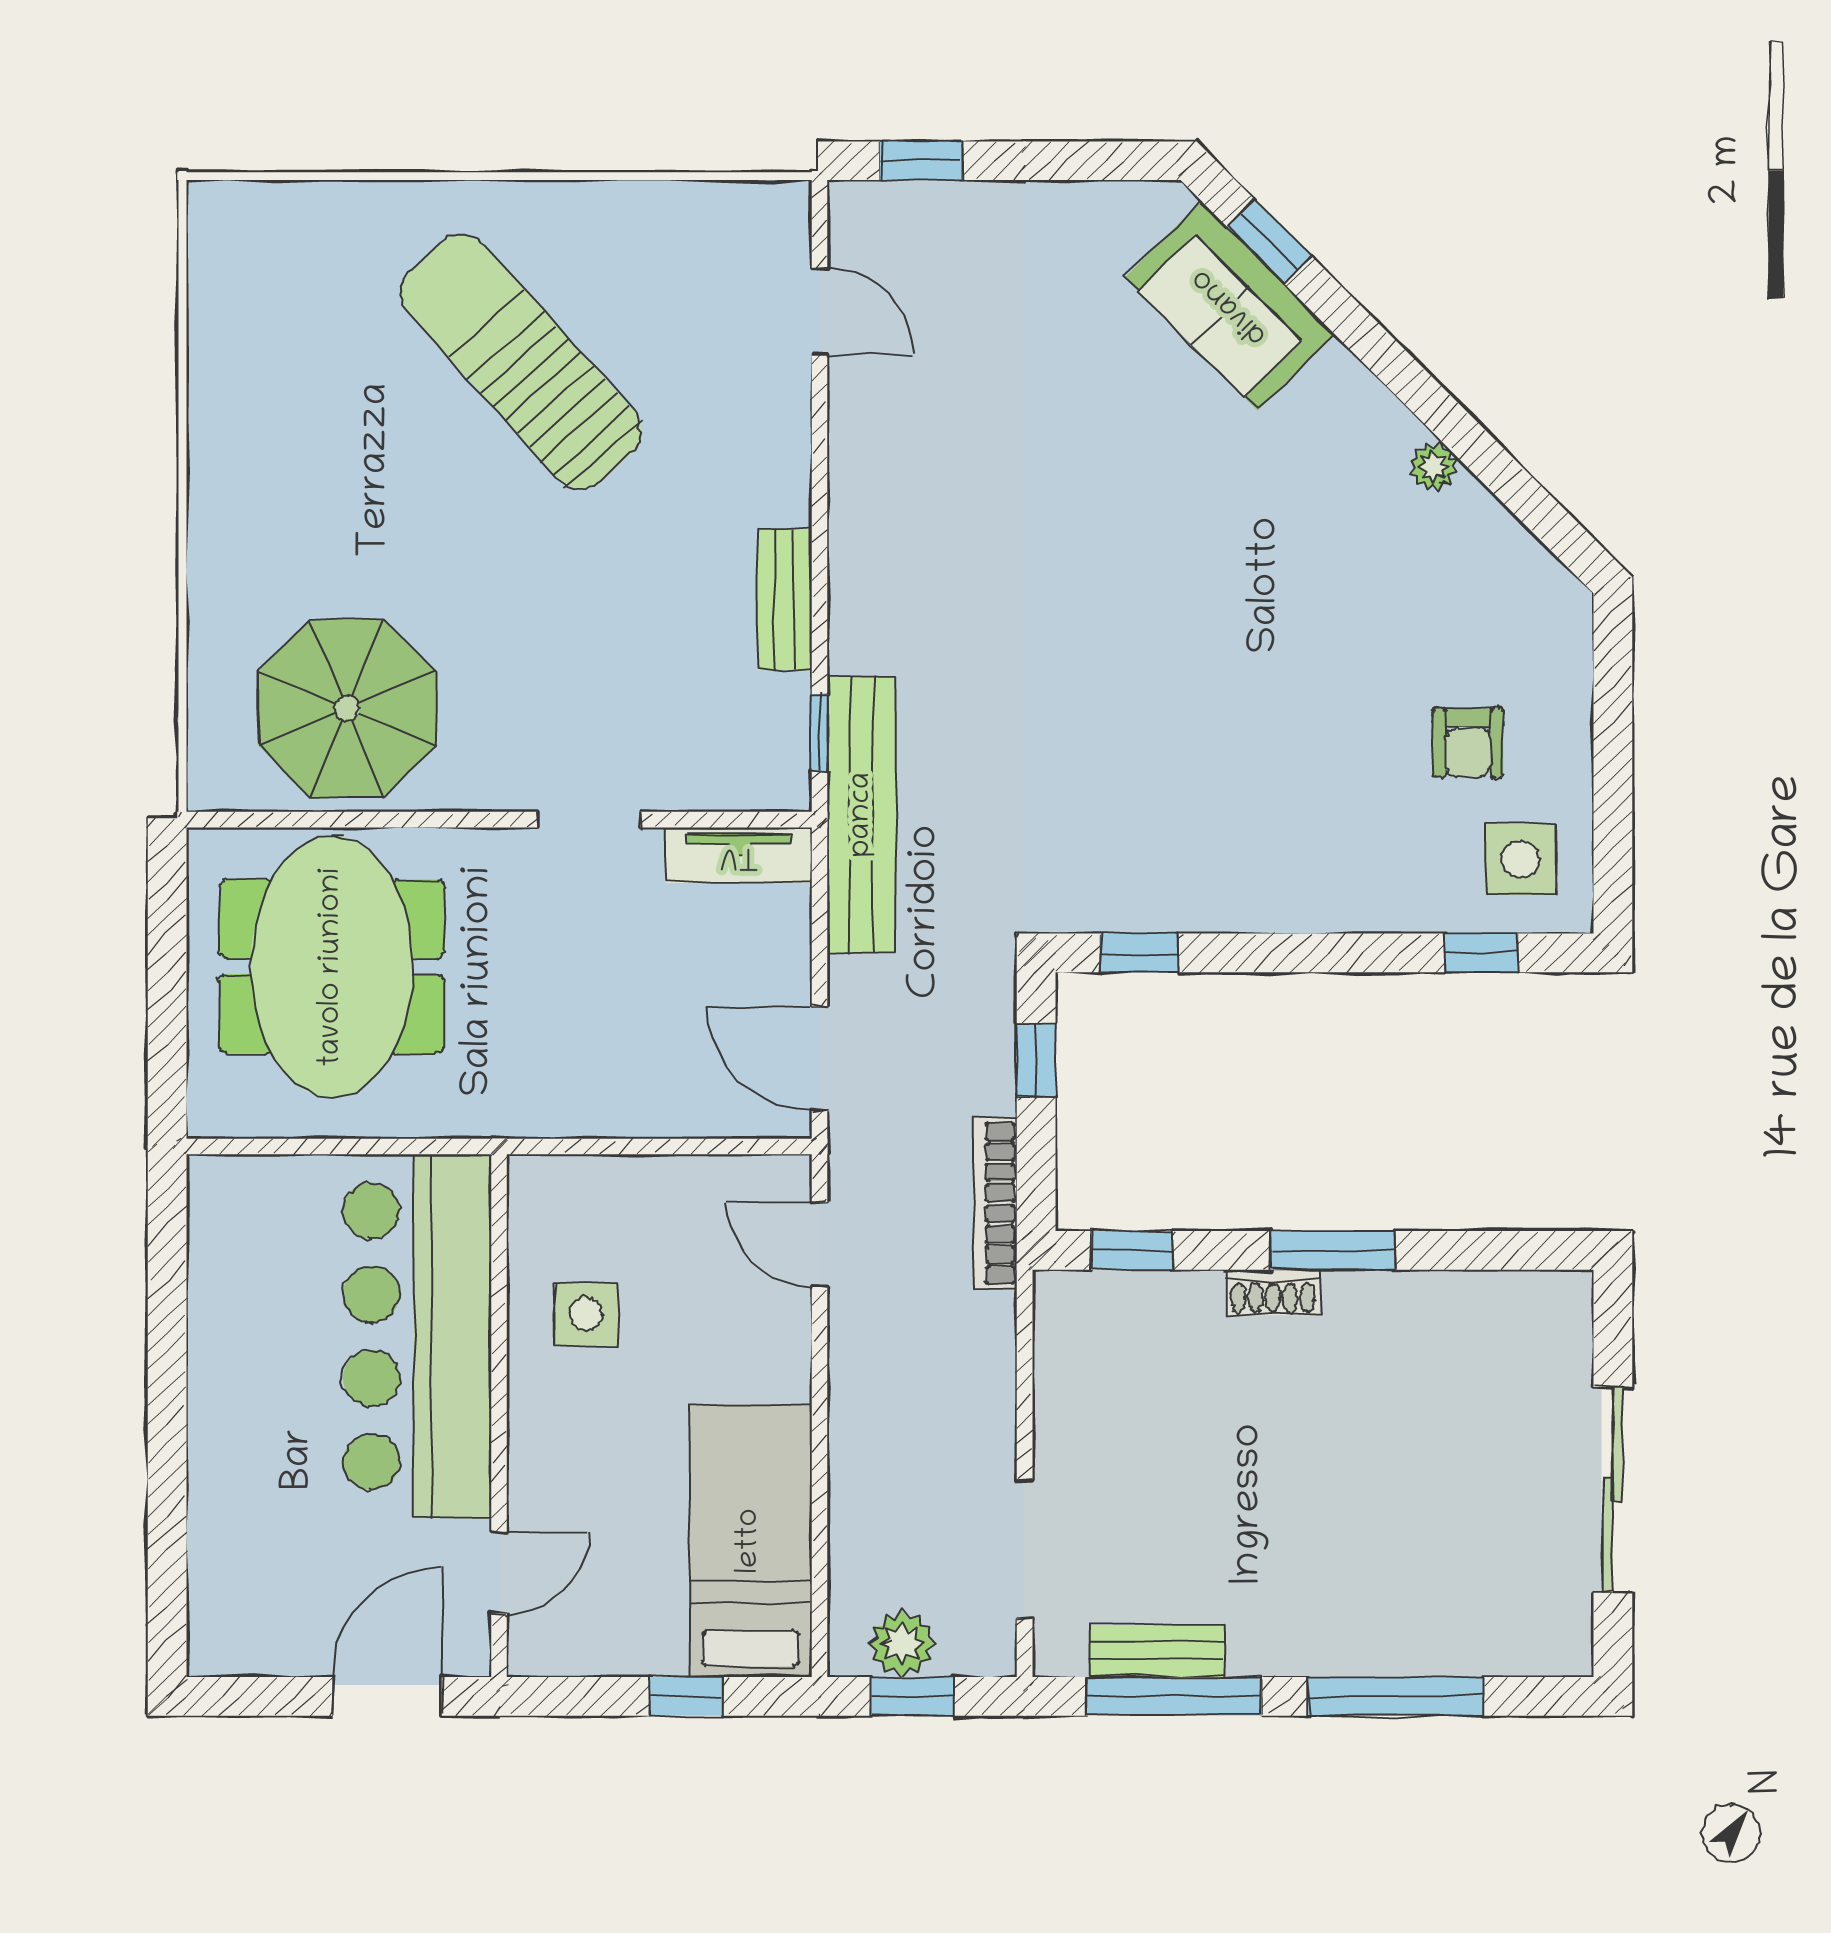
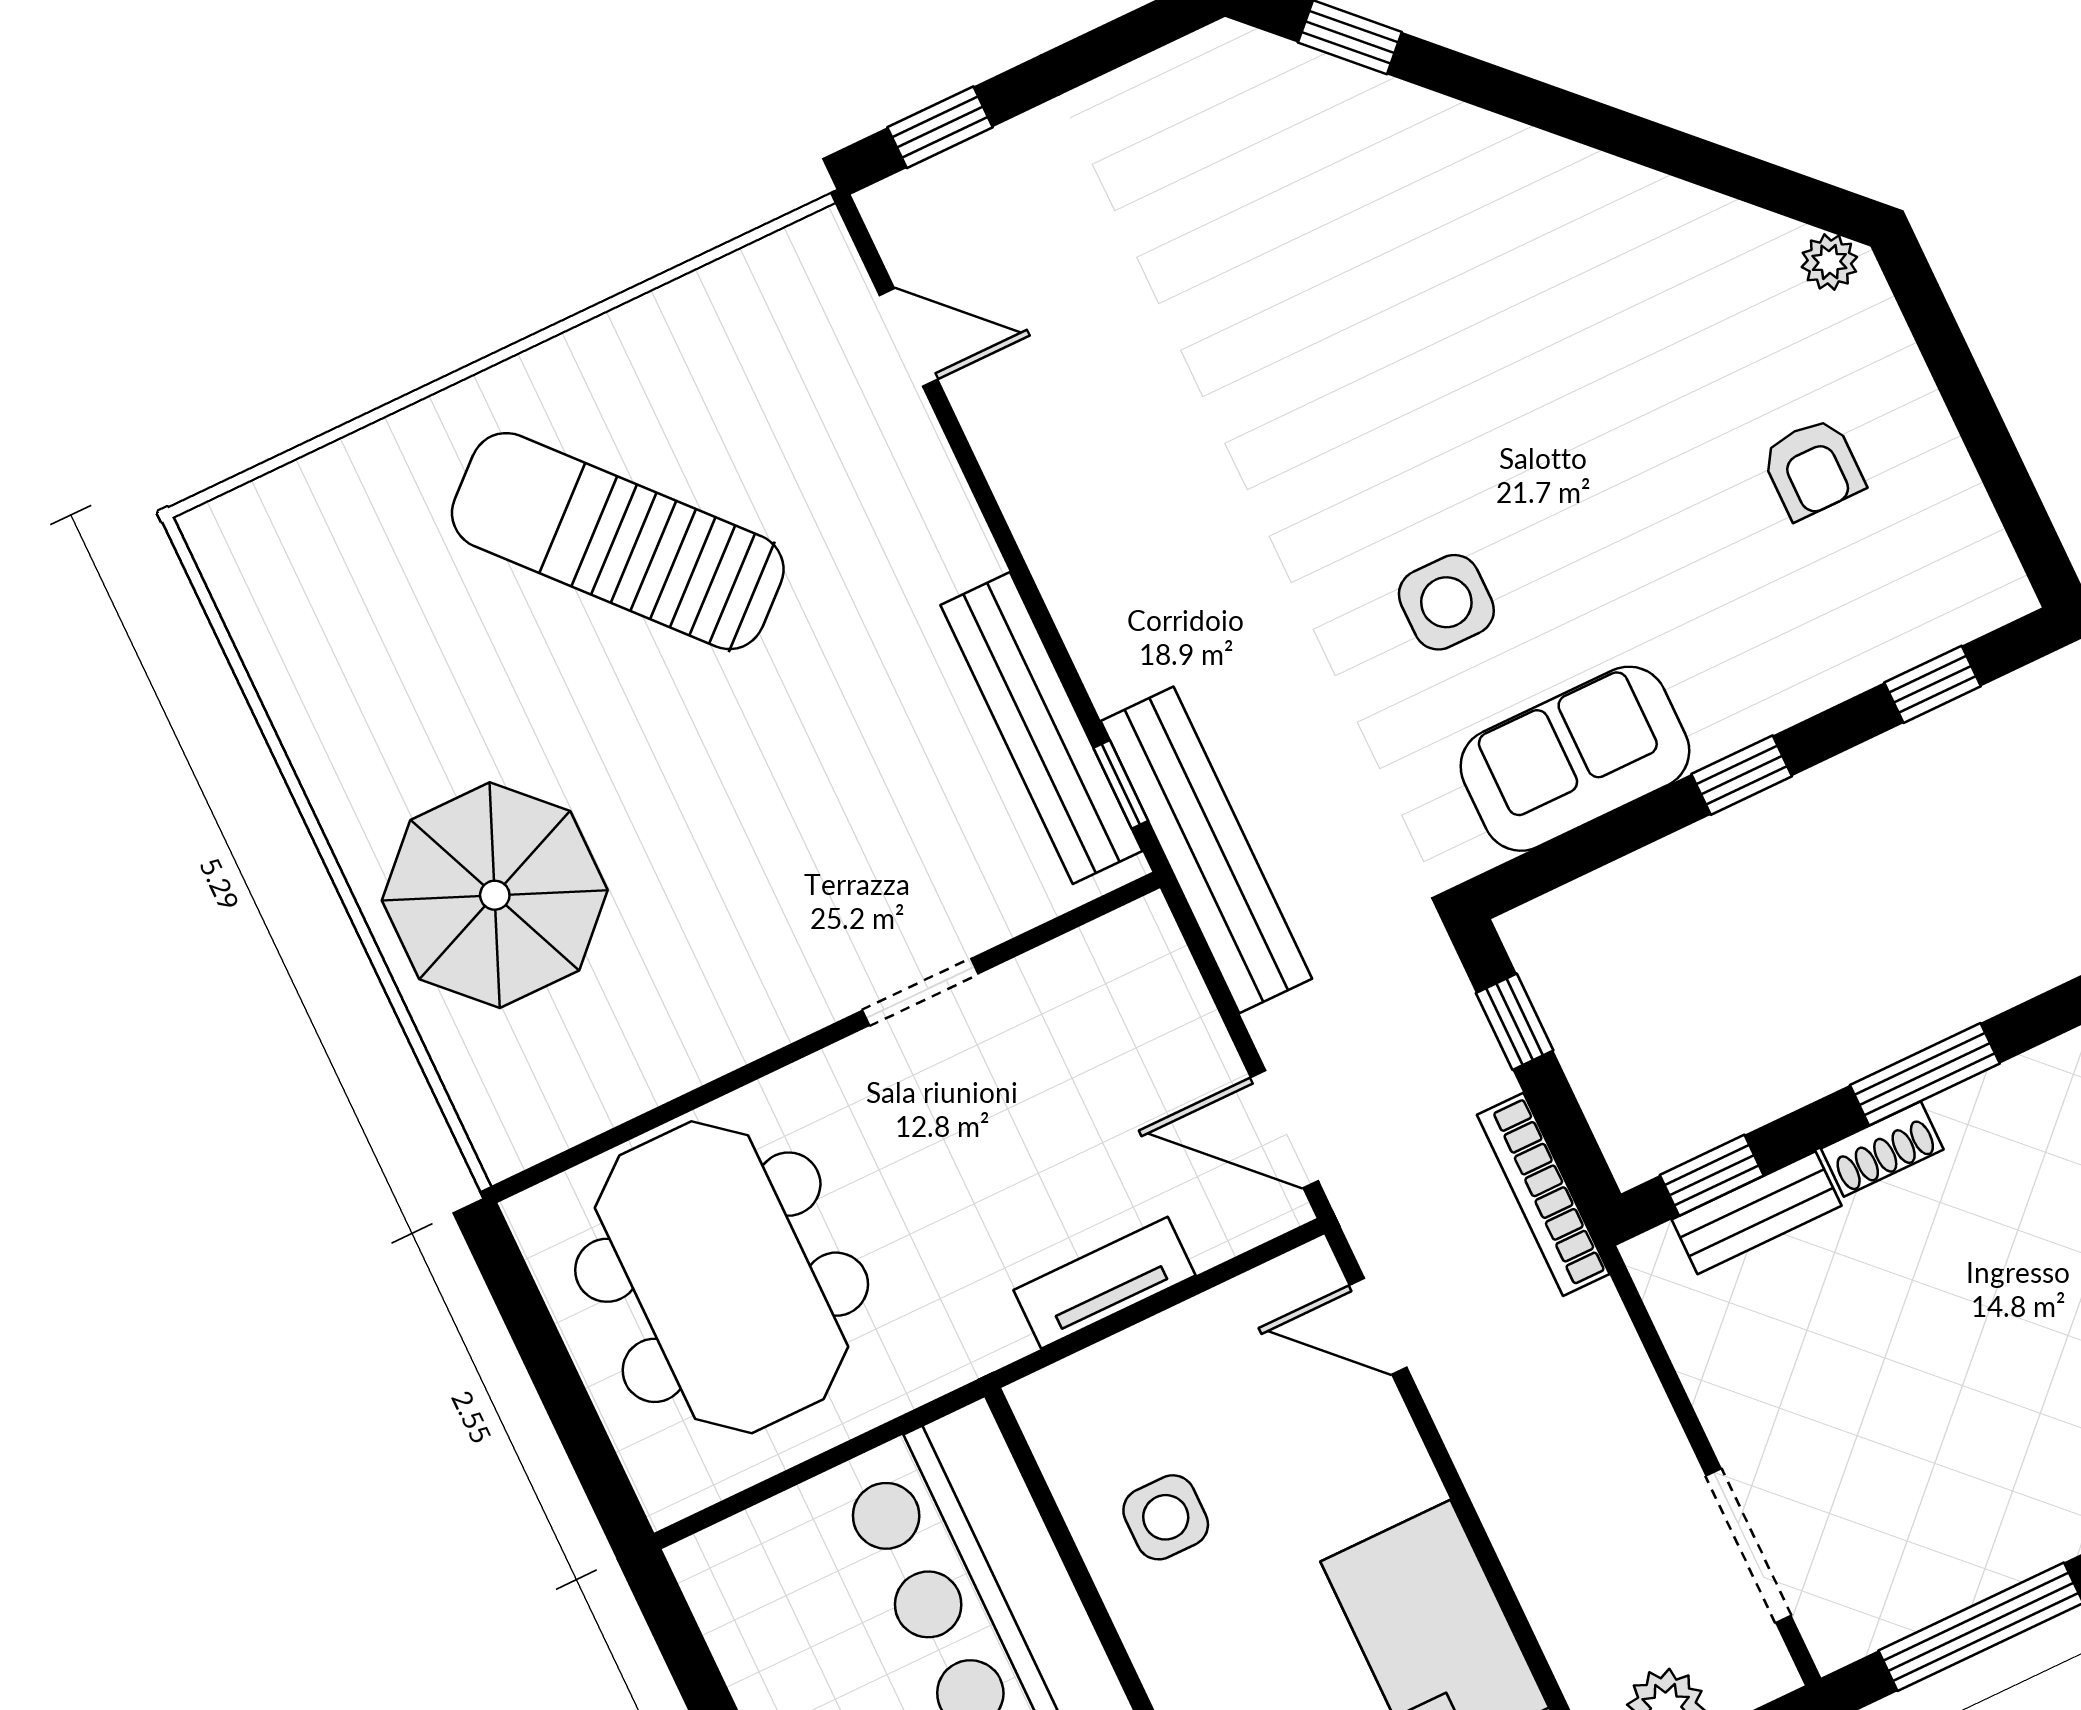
sofa: (1230, 306) -> (1575, 759), moved, turned 135
plant: (1433, 467) -> (1829, 262), moved
bench: (785, 599) -> (1041, 728), width x1.86, depth x1.21
parasol: (347, 708) -> (495, 895), moved
tv unit: (739, 855) -> (1105, 1283), moved, turned 180
side table: (1520, 859) -> (1446, 602), moved
window: (1139, 953) -> (1742, 775), moved
bench: (1158, 1651) -> (1757, 1213), moved

